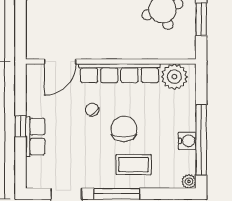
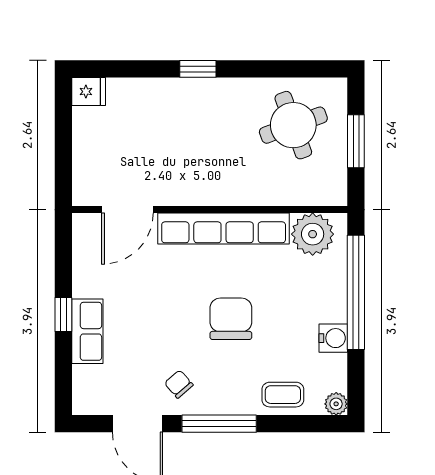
chair: (92, 110) -> (179, 384), moved
window: (201, 140) -> (356, 292), moved
coffee table: (134, 165) -> (283, 395), moved, width x0.73, depth x0.77

